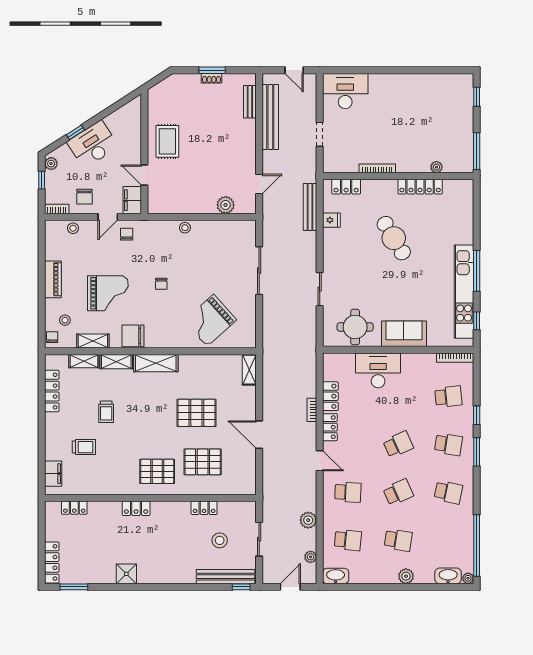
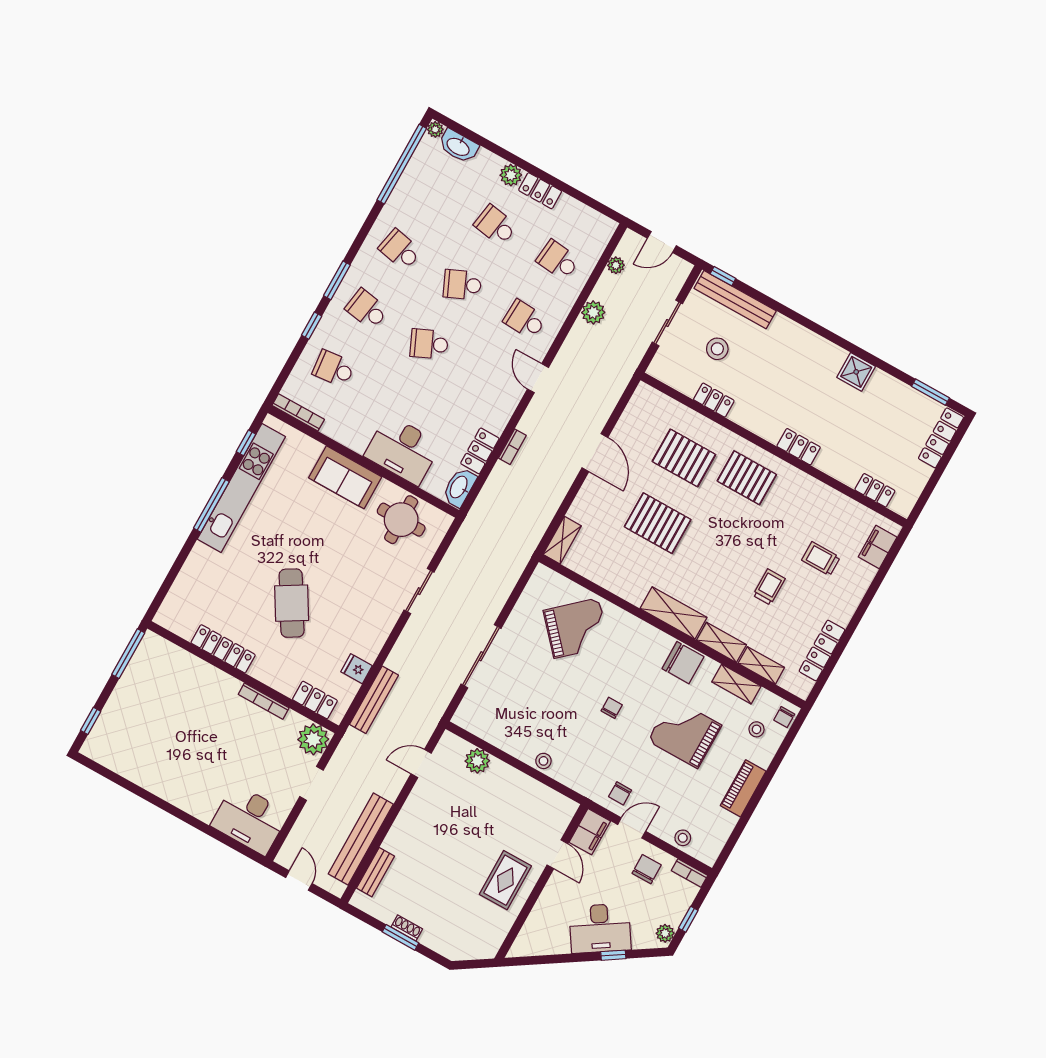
plant: (436, 167) -> (313, 739), moved, width x1.88, depth x1.88
locker: (330, 427) -> (540, 191), moved, turned -90
washbasin: (336, 576) -> (459, 487), moved, turned 90

